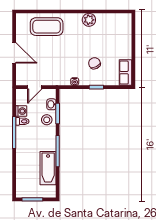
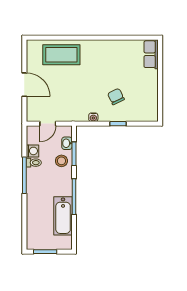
plant: (89, 20) -> (110, 47), removed
row of seats: (125, 73) -> (151, 54), moved

